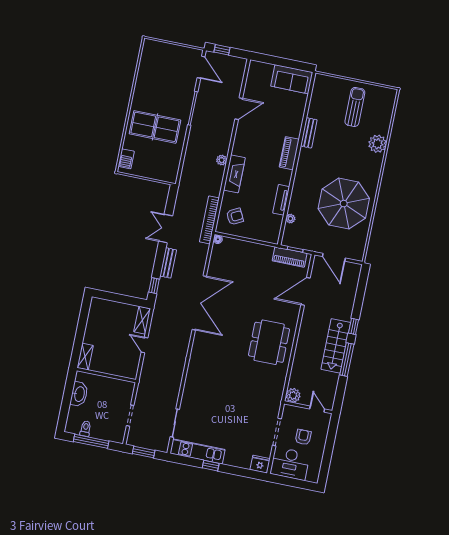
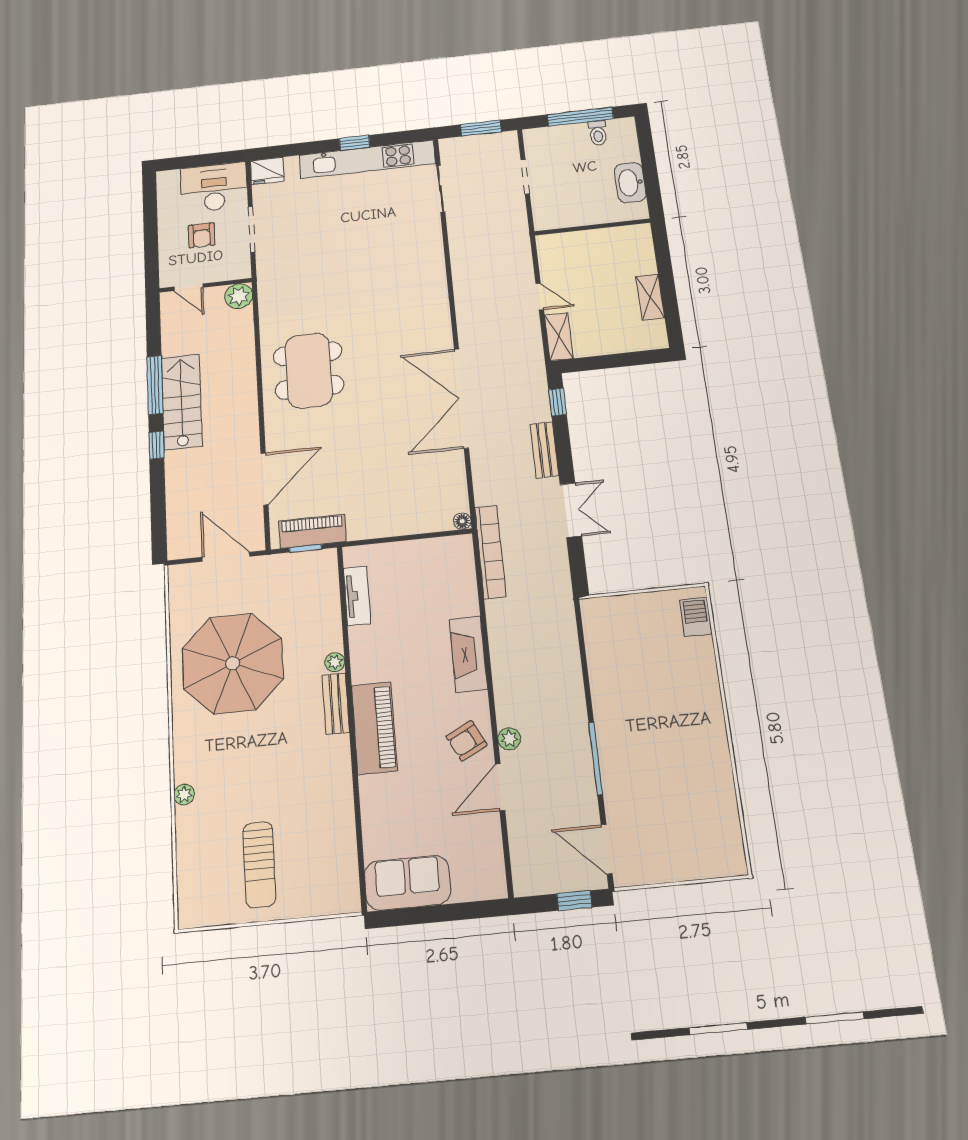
table tennis table: (155, 127) -> (660, 697), removed
bench: (309, 133) -> (336, 704), moved
plant: (378, 144) -> (184, 795), width x0.53, depth x0.53
piano: (289, 153) -> (374, 728), width x1.37, depth x1.33
plant: (222, 160) -> (509, 739), moved
tv unit: (281, 200) -> (357, 596), moved
armchair: (235, 216) -> (467, 741), moved
plant: (290, 219) -> (335, 662), moved
shelving: (85, 357) -> (650, 297), moved
kitchen unit: (197, 451) -> (367, 159), width x1.36

